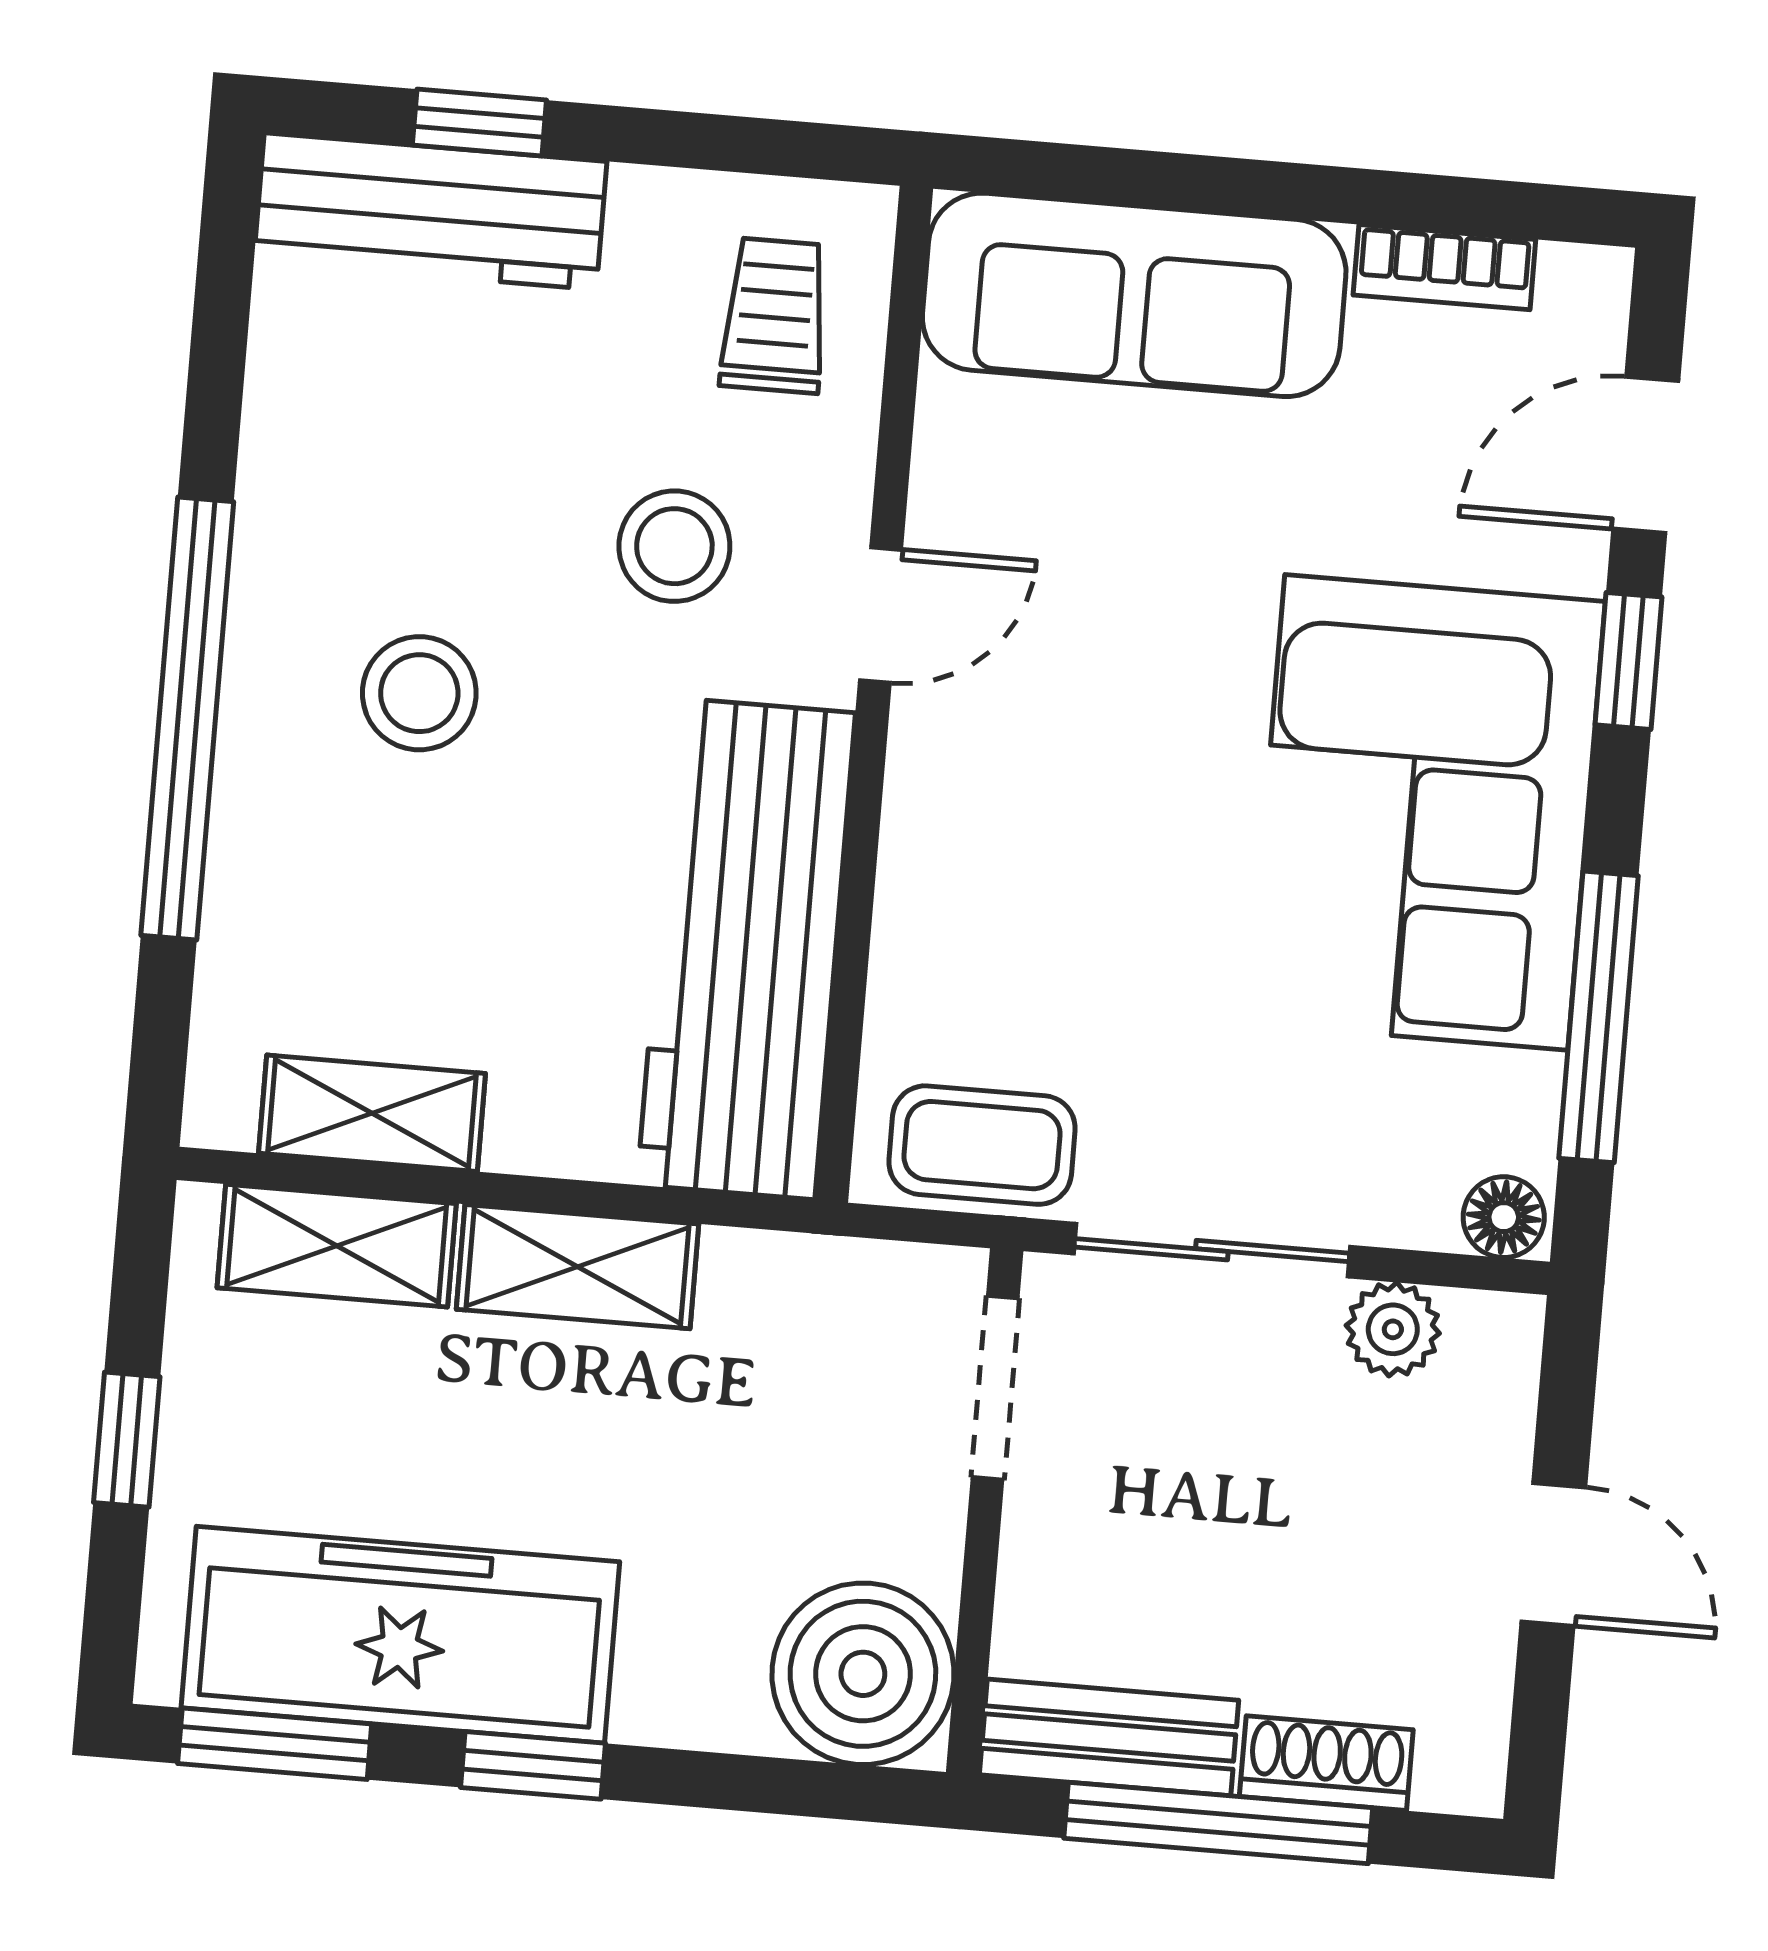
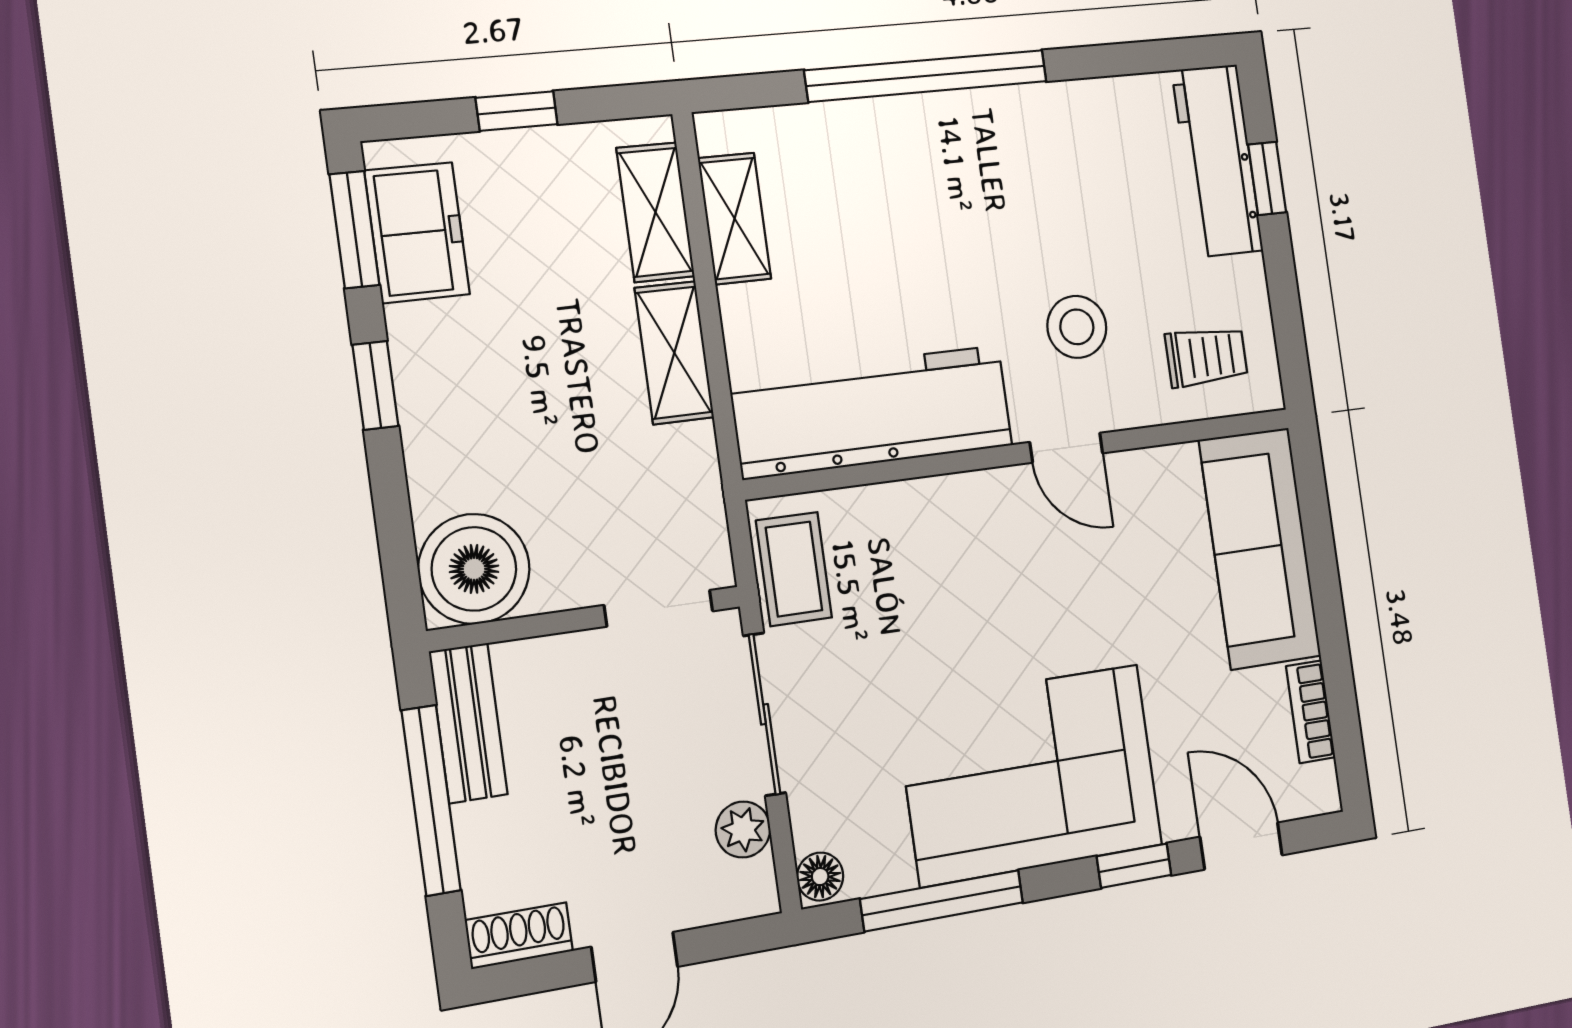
stool: (419, 693) -> (969, 202), removed
freezer: (400, 1635) -> (417, 233), width x0.52, depth x0.79
shoe rack: (1326, 1763) -> (519, 936), moved, turned -90

